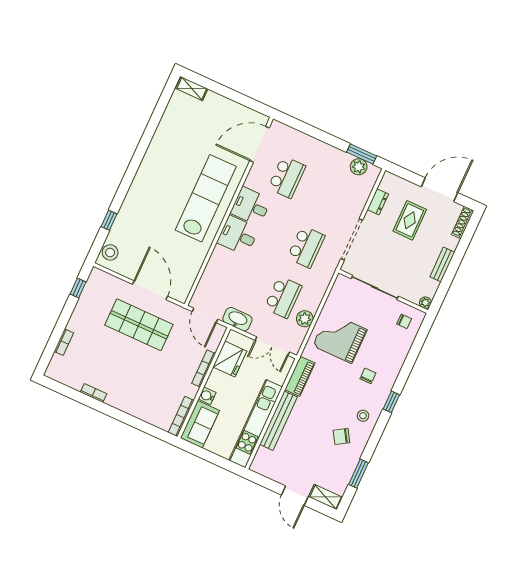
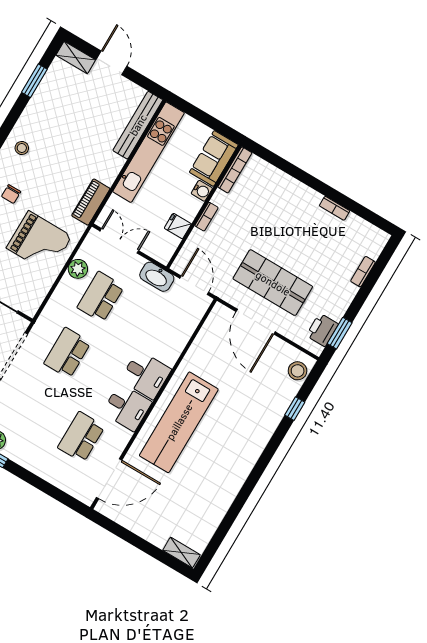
window: (78, 288) -> (340, 333), width x1.50
printer: (93, 289) -> (322, 330), added
fridge: (230, 359) -> (178, 226), width x0.53, depth x0.75
bookcase: (204, 368) -> (206, 217), width x0.64
bench: (278, 421) -> (138, 125), moved
chair: (341, 436) -> (50, 126), removed

